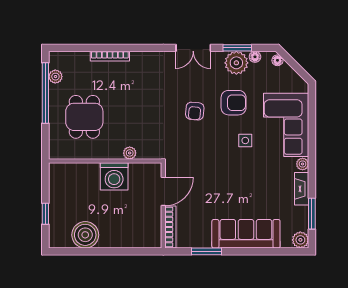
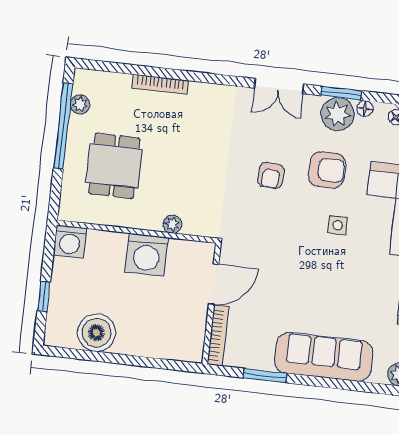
washing machine: (59, 173) -> (70, 242), added

